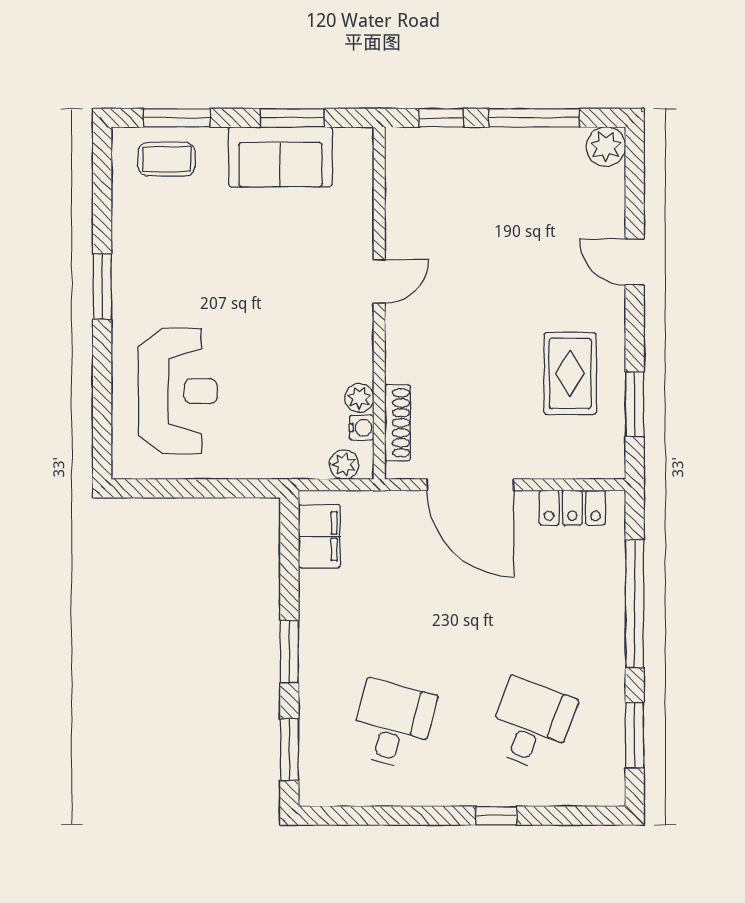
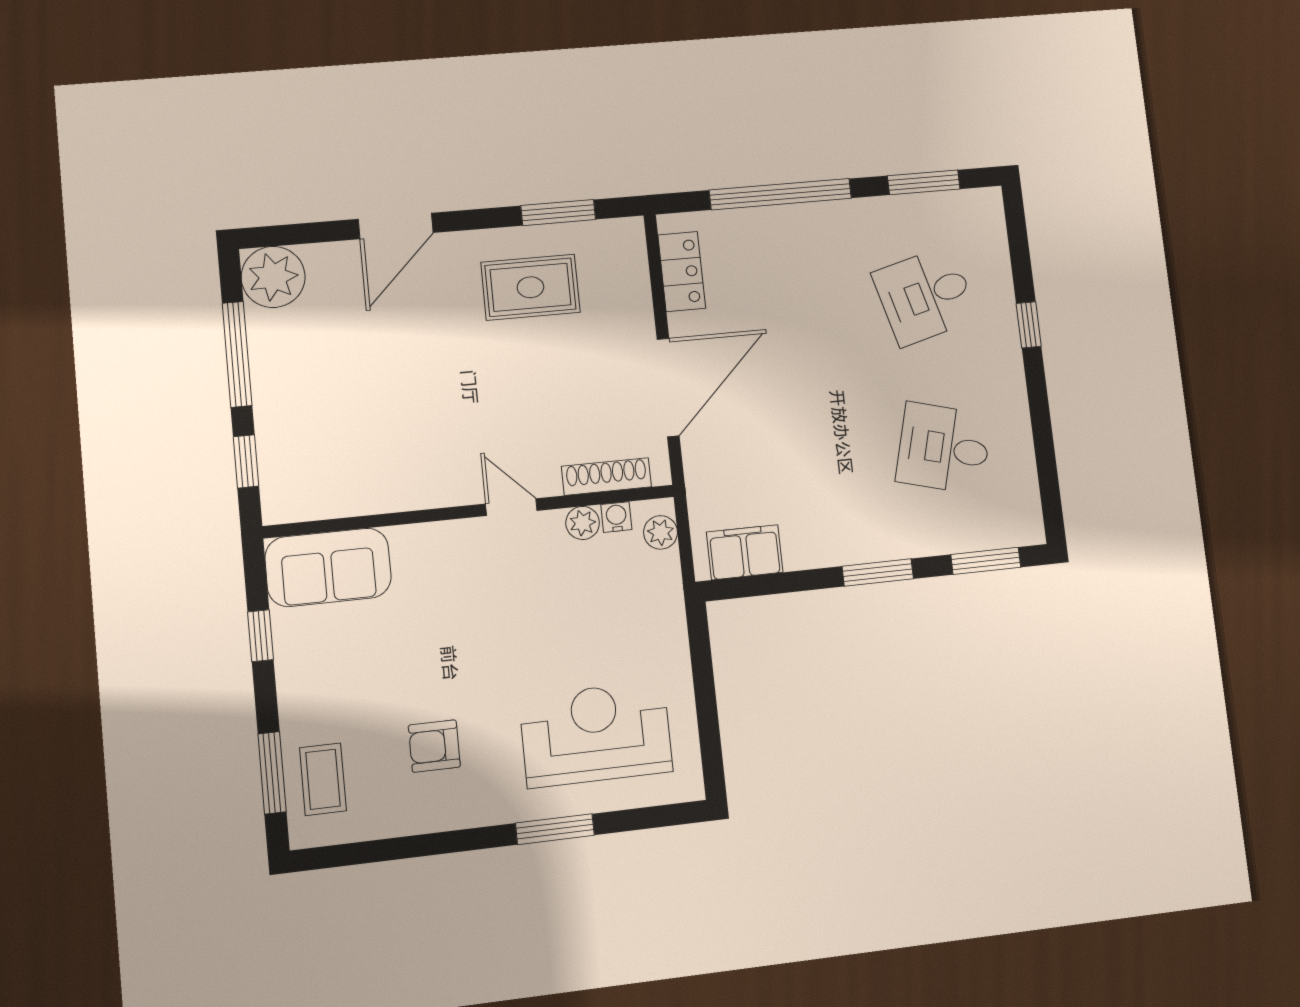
window: (292, 118) -> (261, 636), width x0.67
plant: (606, 147) -> (273, 277), width x1.36, depth x1.36
sofa: (280, 157) -> (328, 567), moved, turned 90
armchair: (184, 254) -> (434, 746), added
door: (635, 262) -> (396, 226), width x1.38
door: (379, 281) -> (511, 507), moved
window: (102, 286) -> (555, 829), moved
desk: (531, 724) -> (925, 296), turned -36

